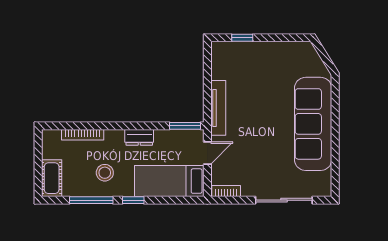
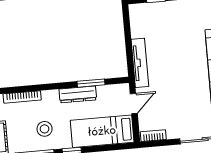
window: (185, 126) -> (91, 83), moved
dresser: (139, 137) -> (78, 94), width x1.44

